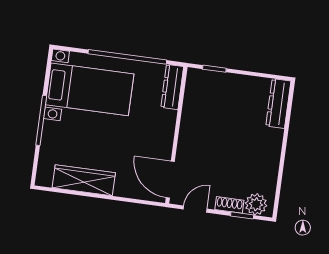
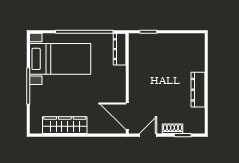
dresser: (278, 104) -> (198, 90), moved
plant: (256, 204) -> (192, 126), removed

